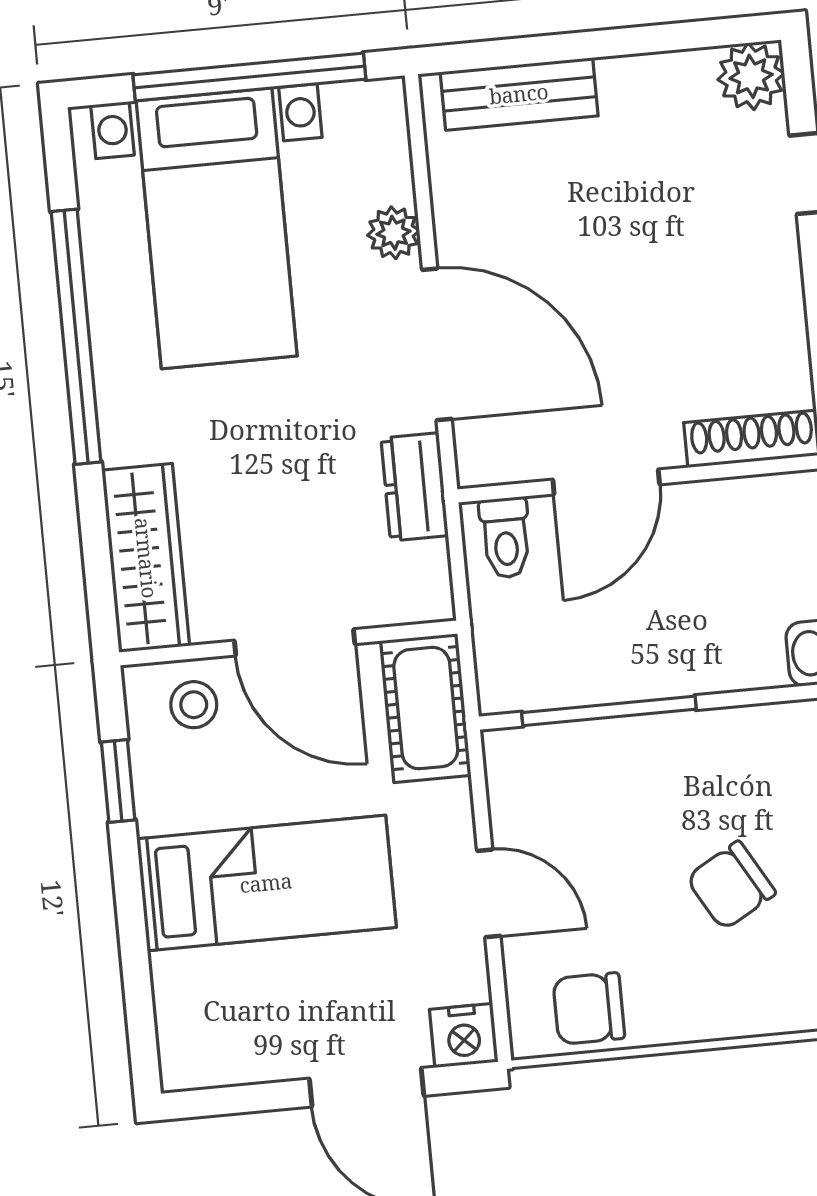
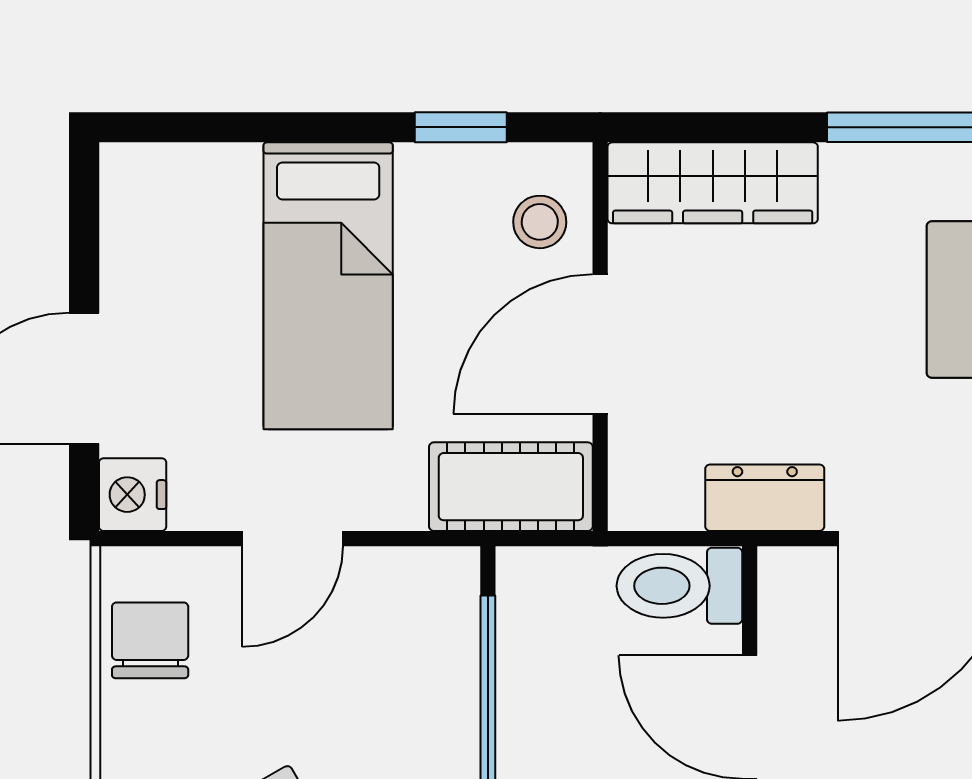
toilet: (506, 538) -> (679, 586), width x1.37, depth x1.39

